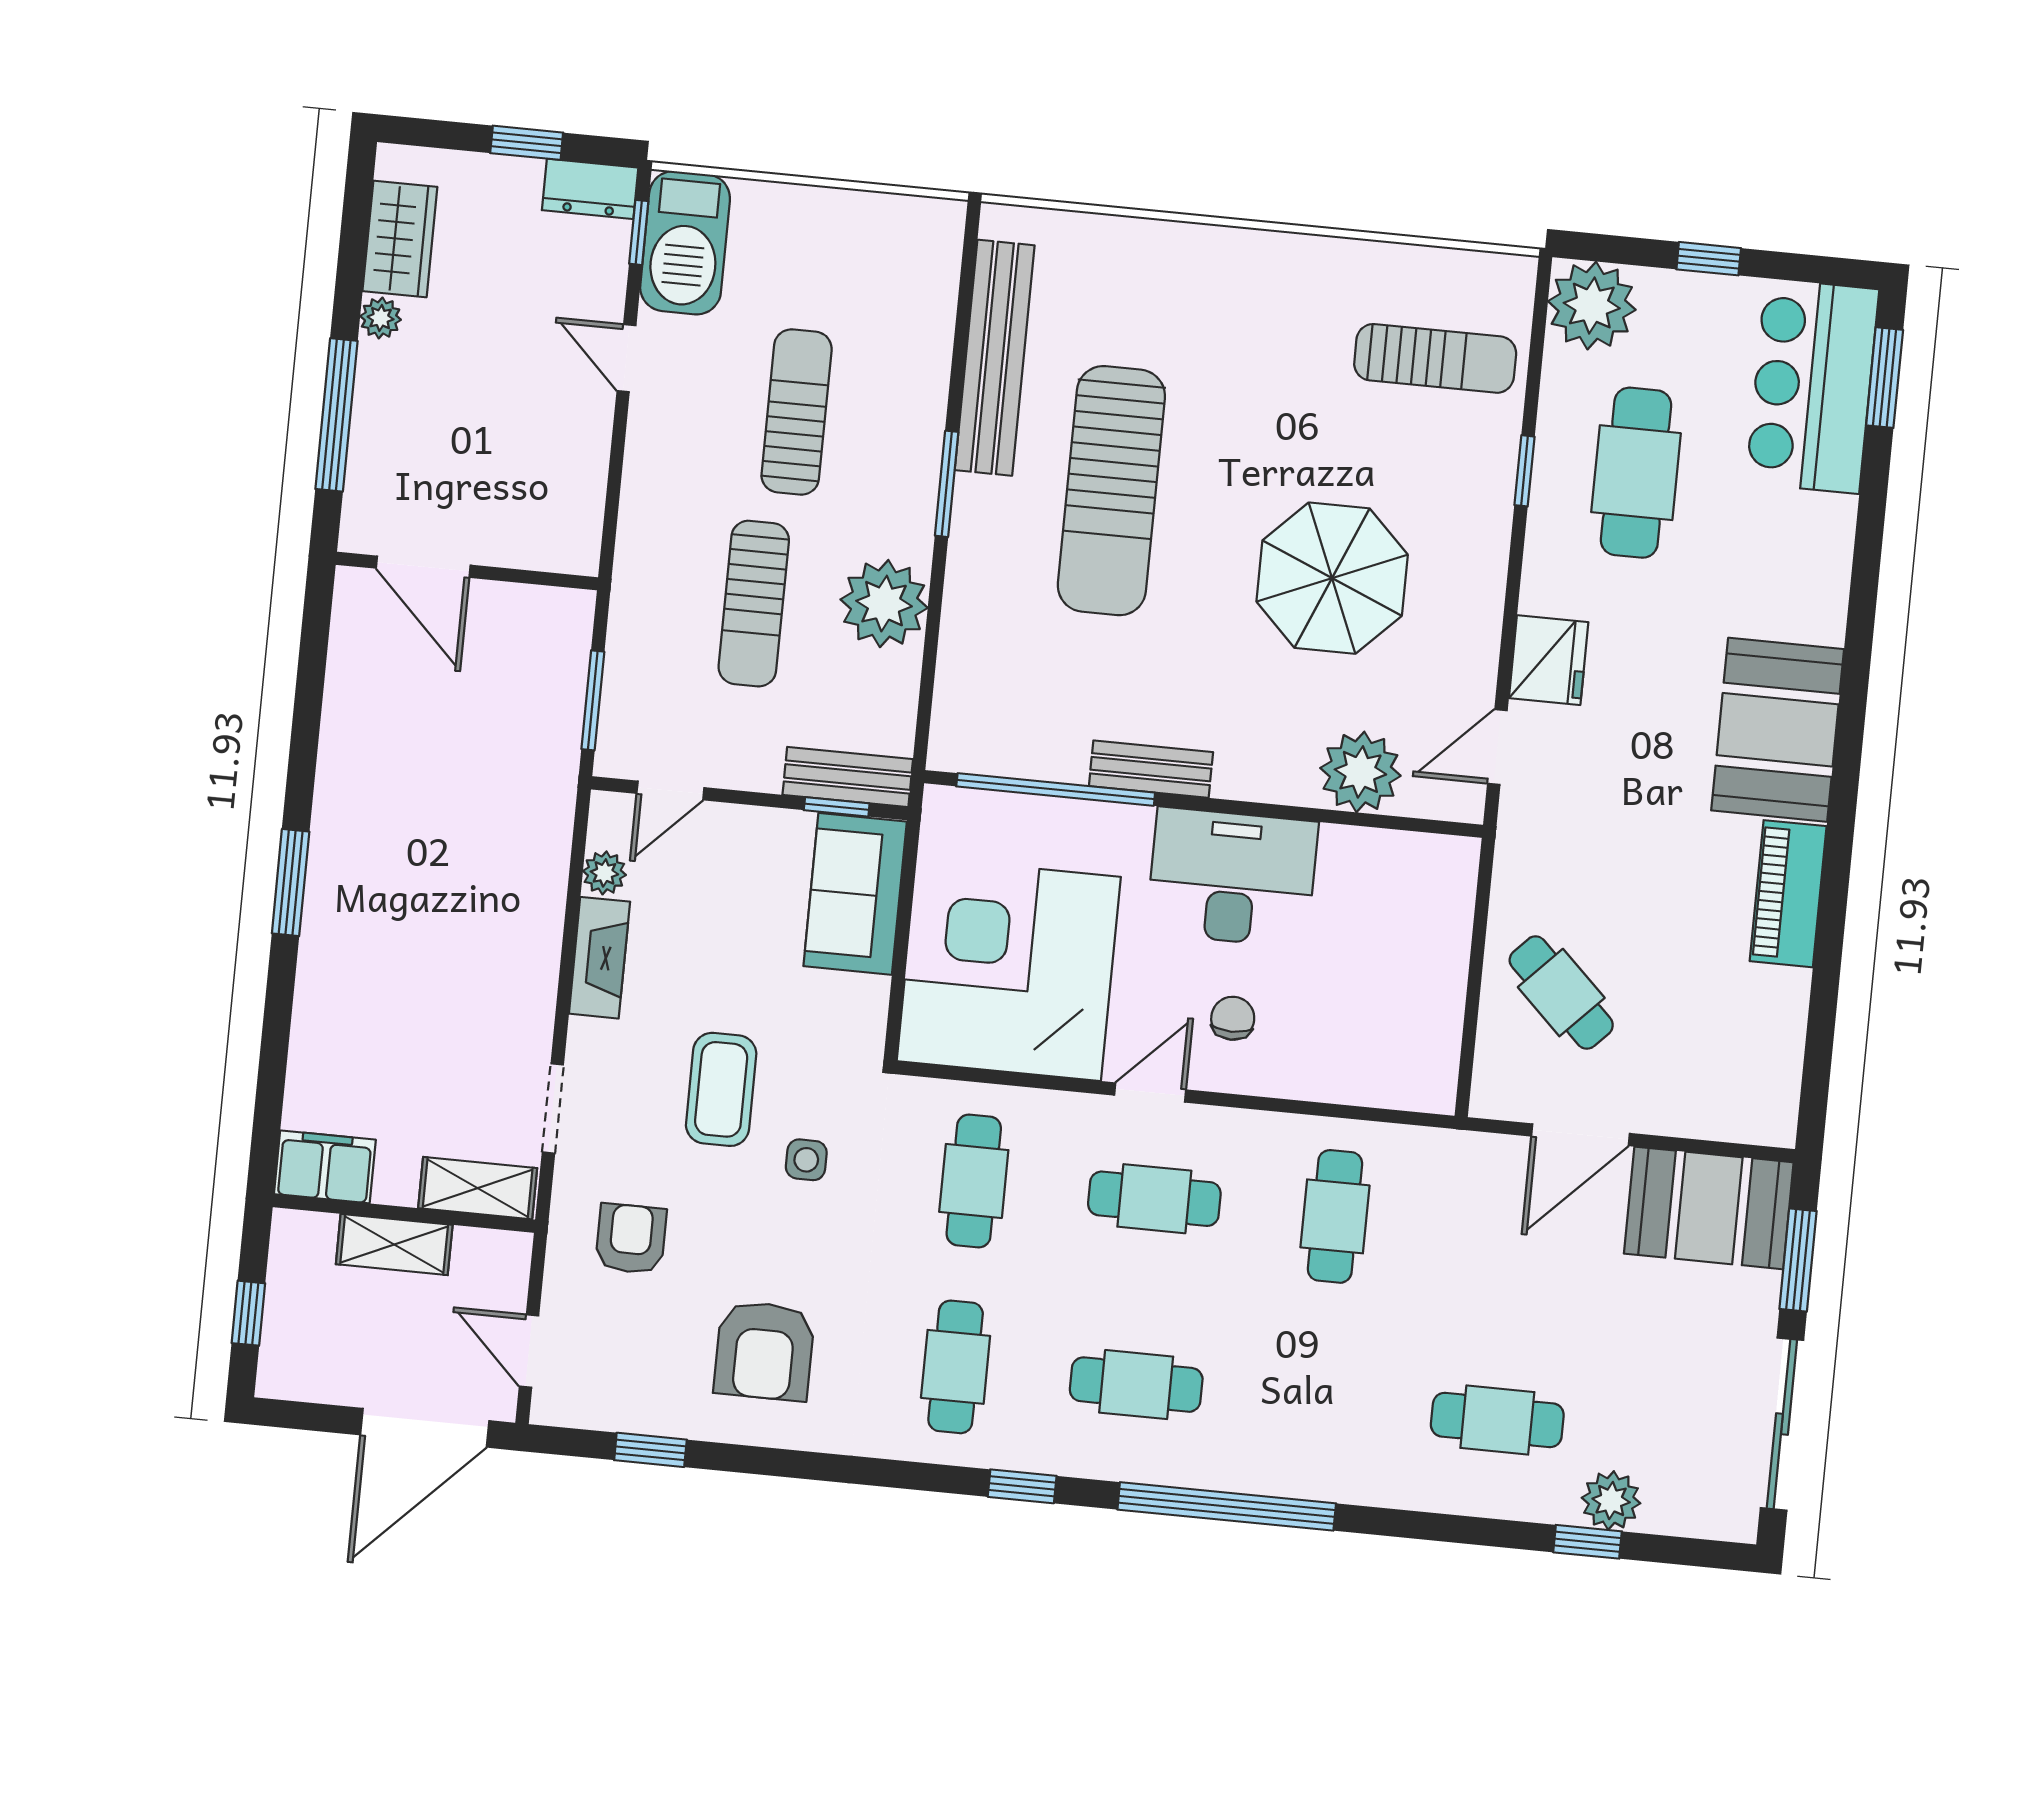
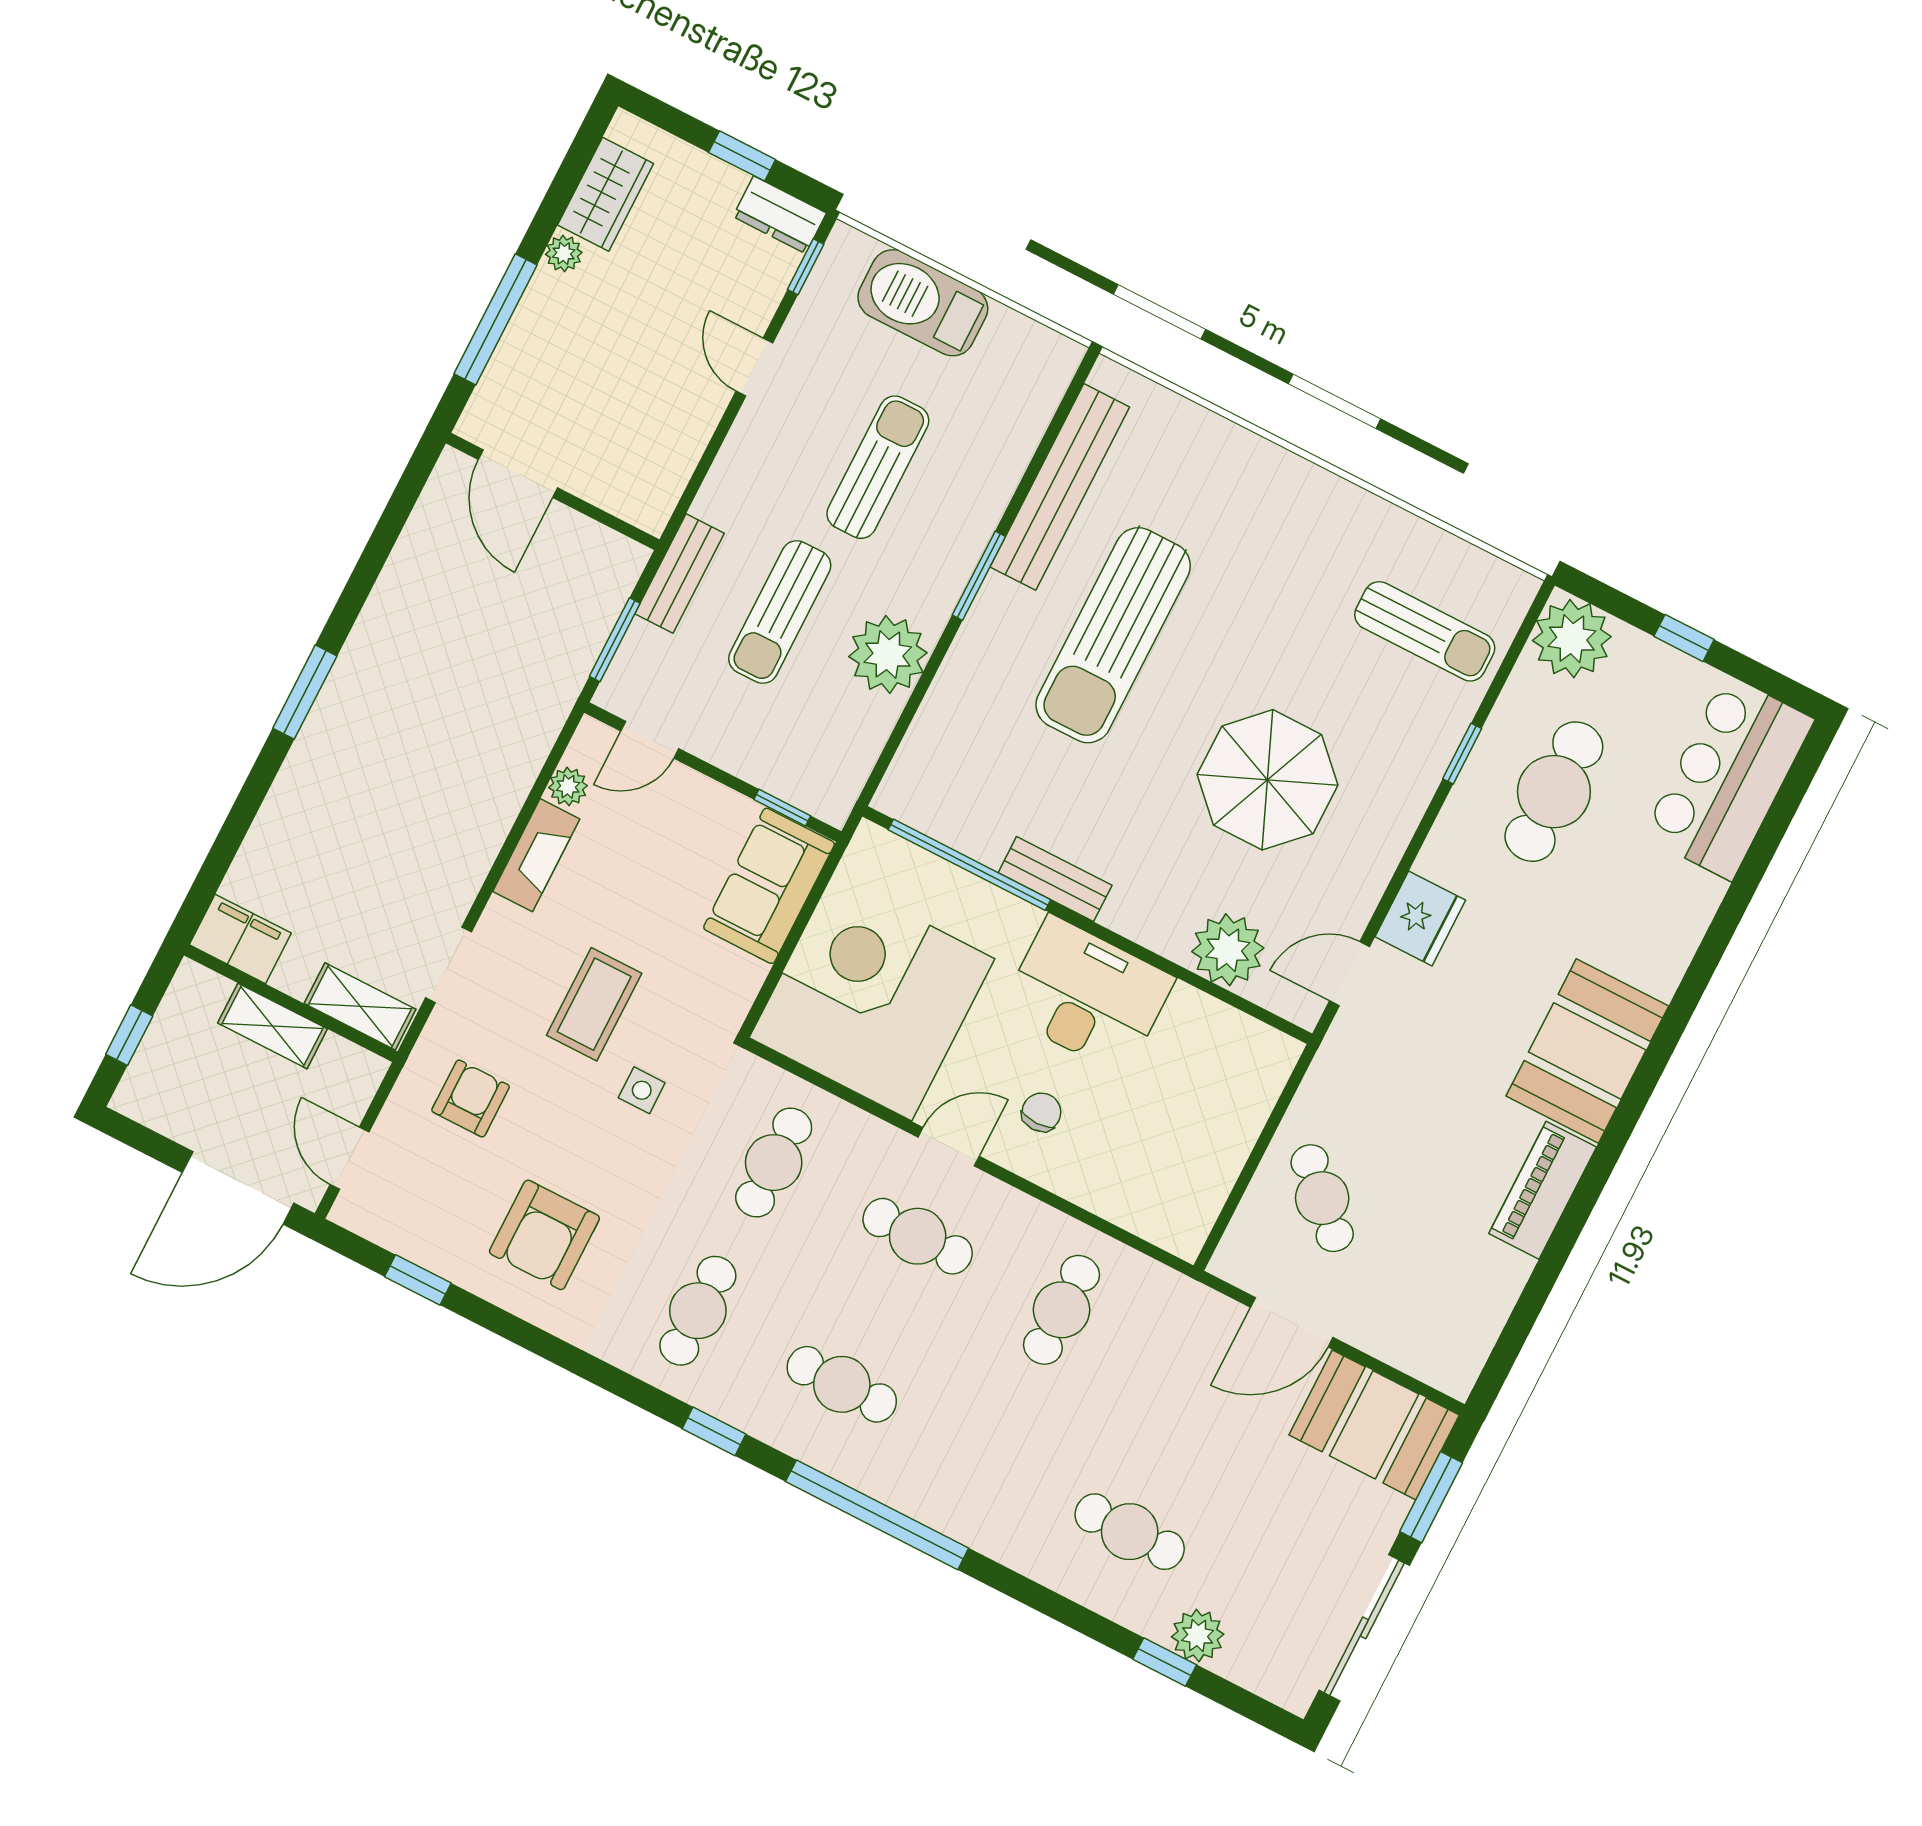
barbecue: (685, 243) -> (923, 303), moved, turned 90
window: (1885, 378) -> (1791, 794), removed
bench: (848, 777) -> (680, 573), moved, turned 90

